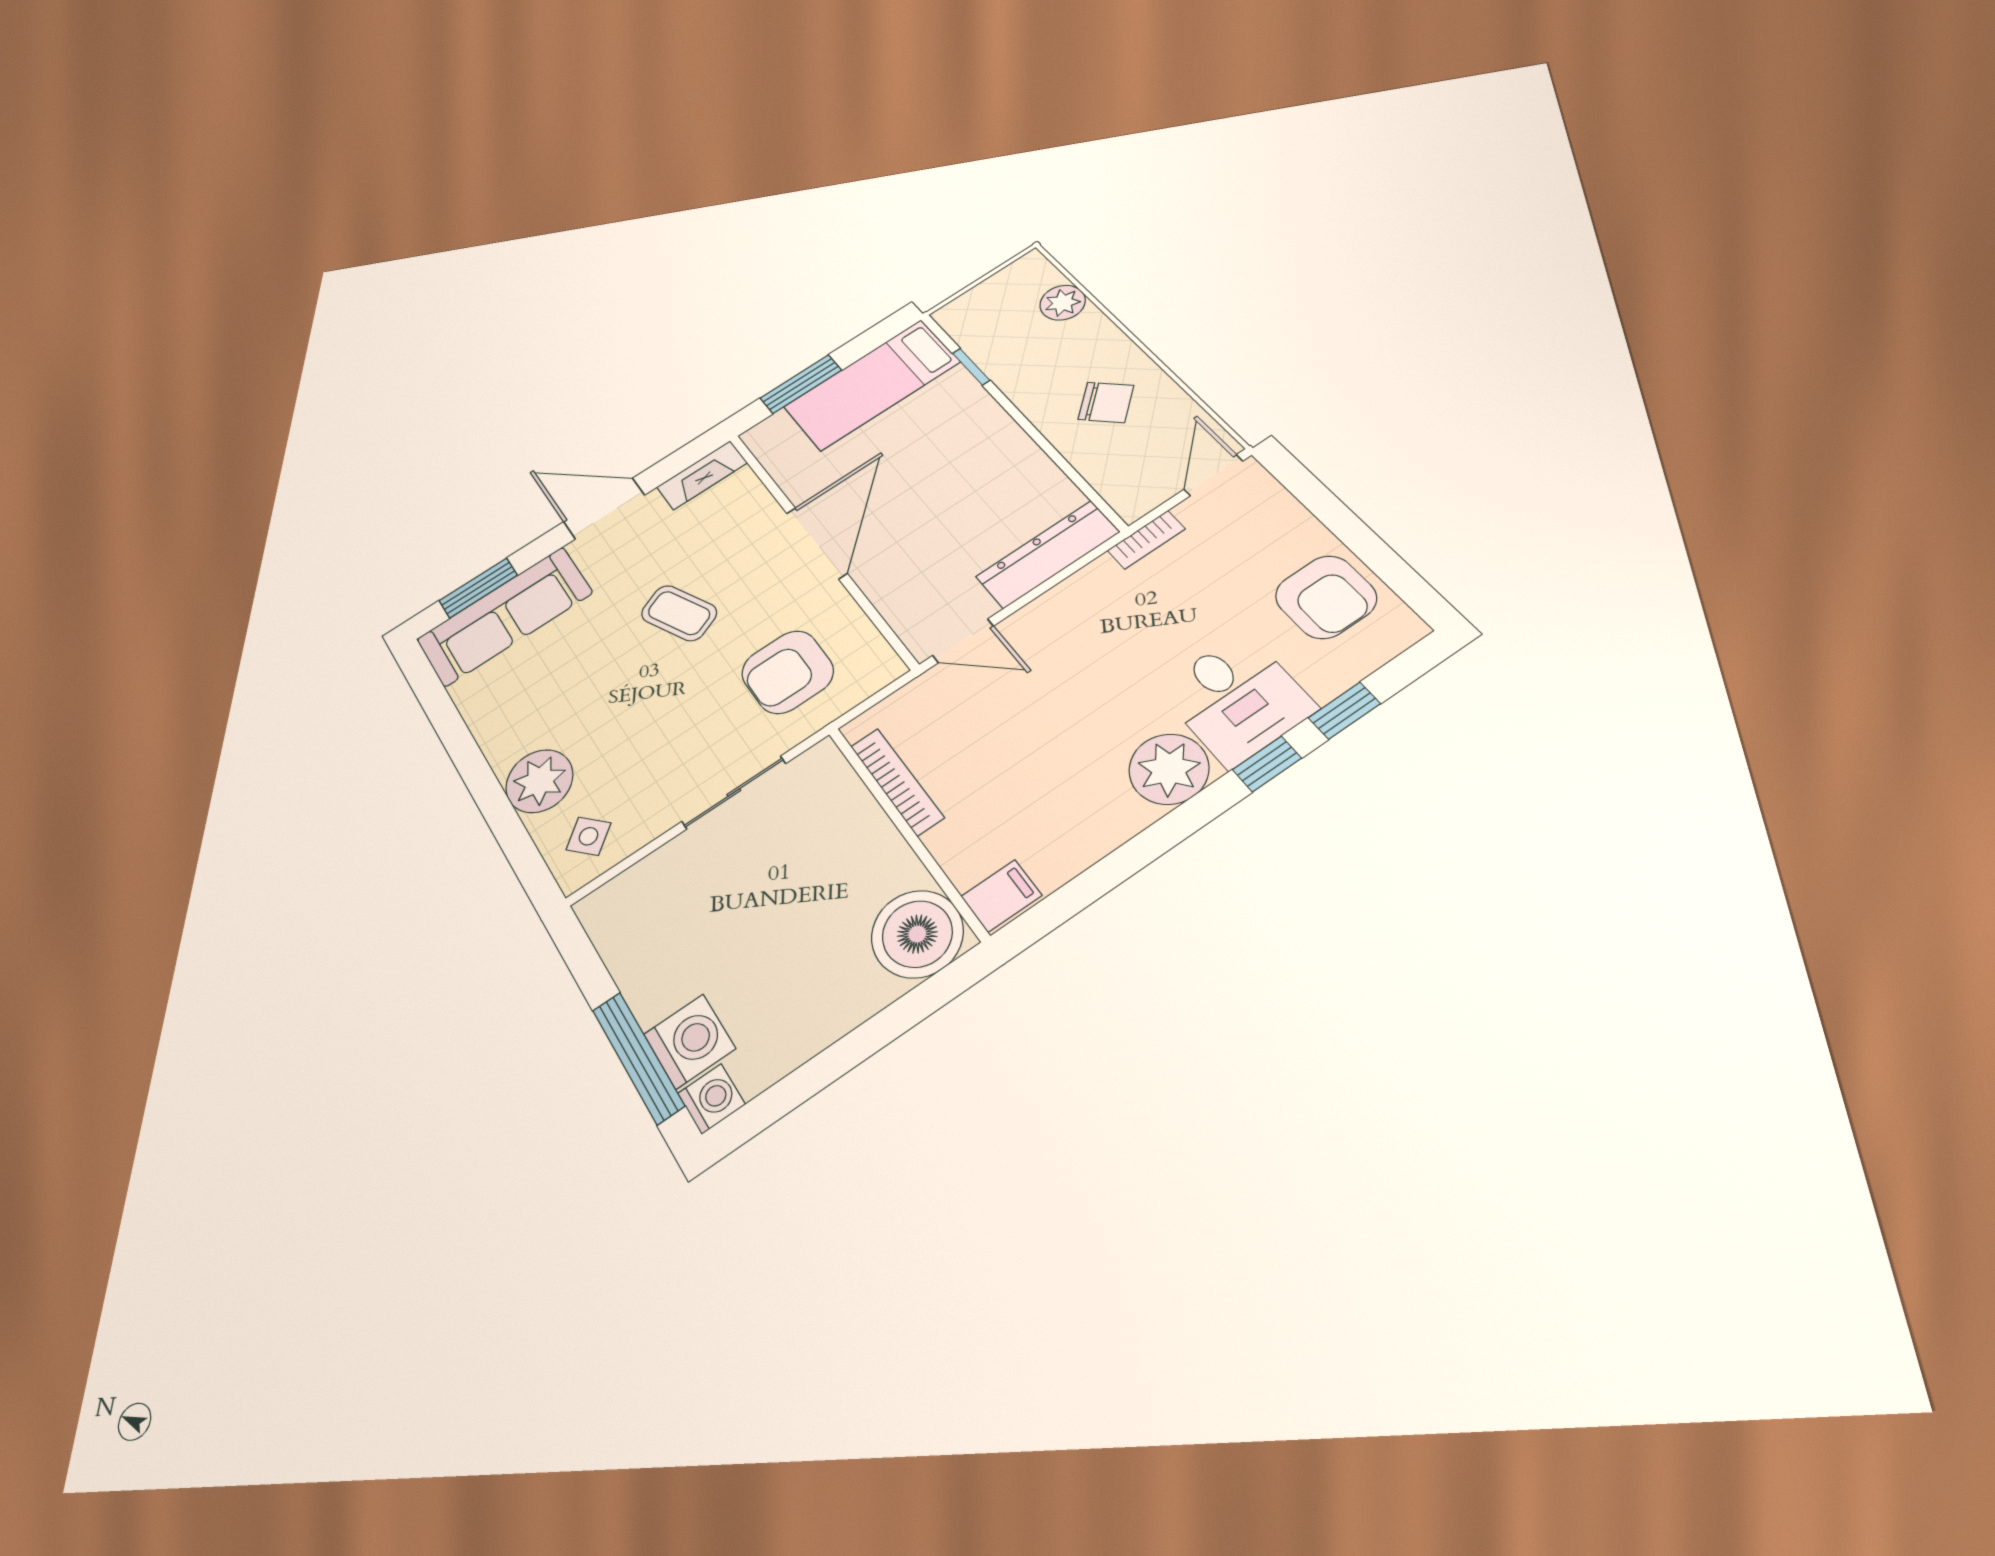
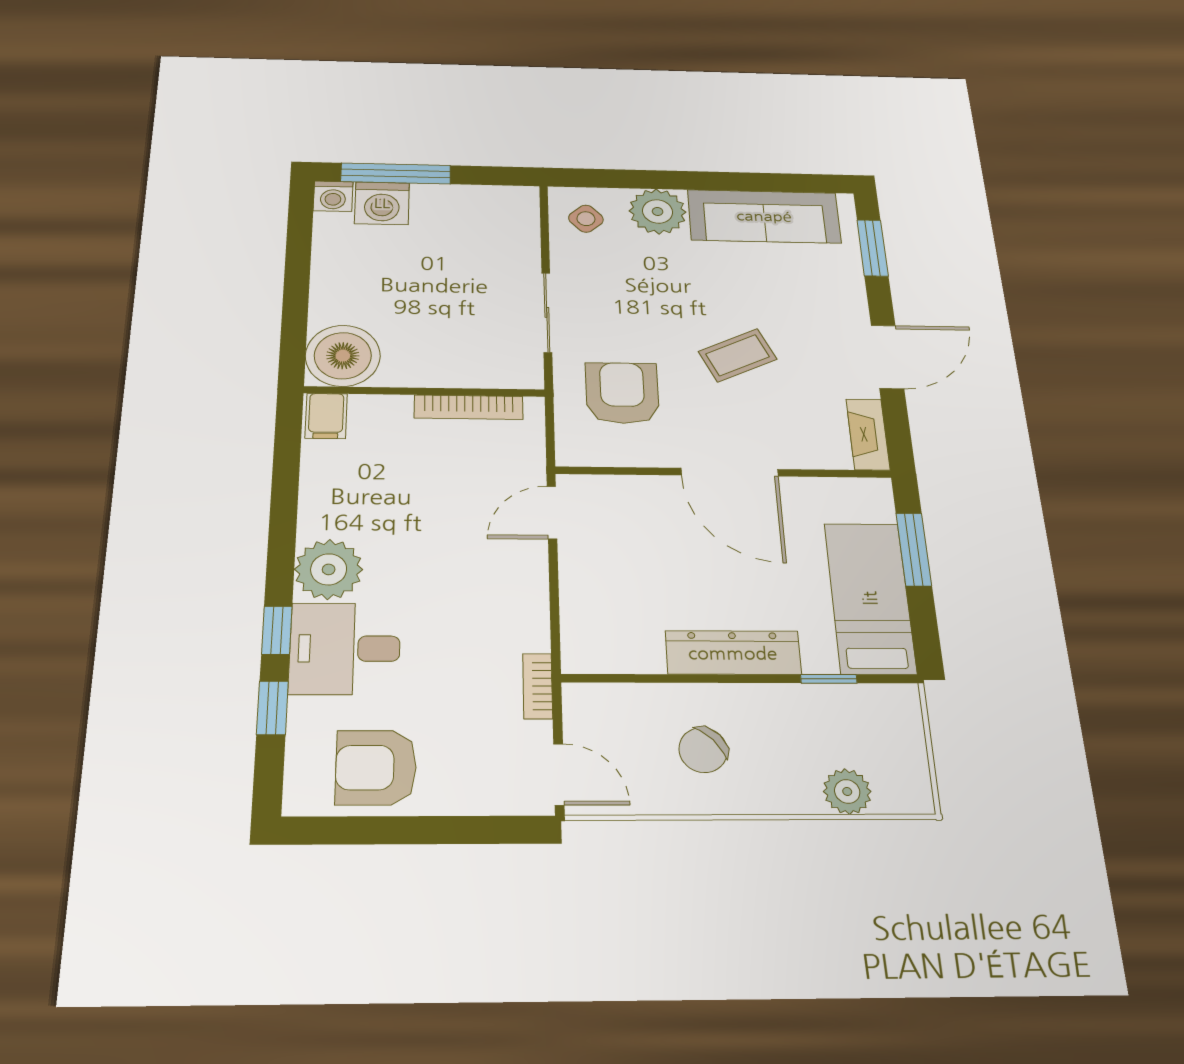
dresser: (1048, 554) -> (733, 653), moved, turned -90
sofa: (505, 616) -> (764, 216), moved, turned -90

